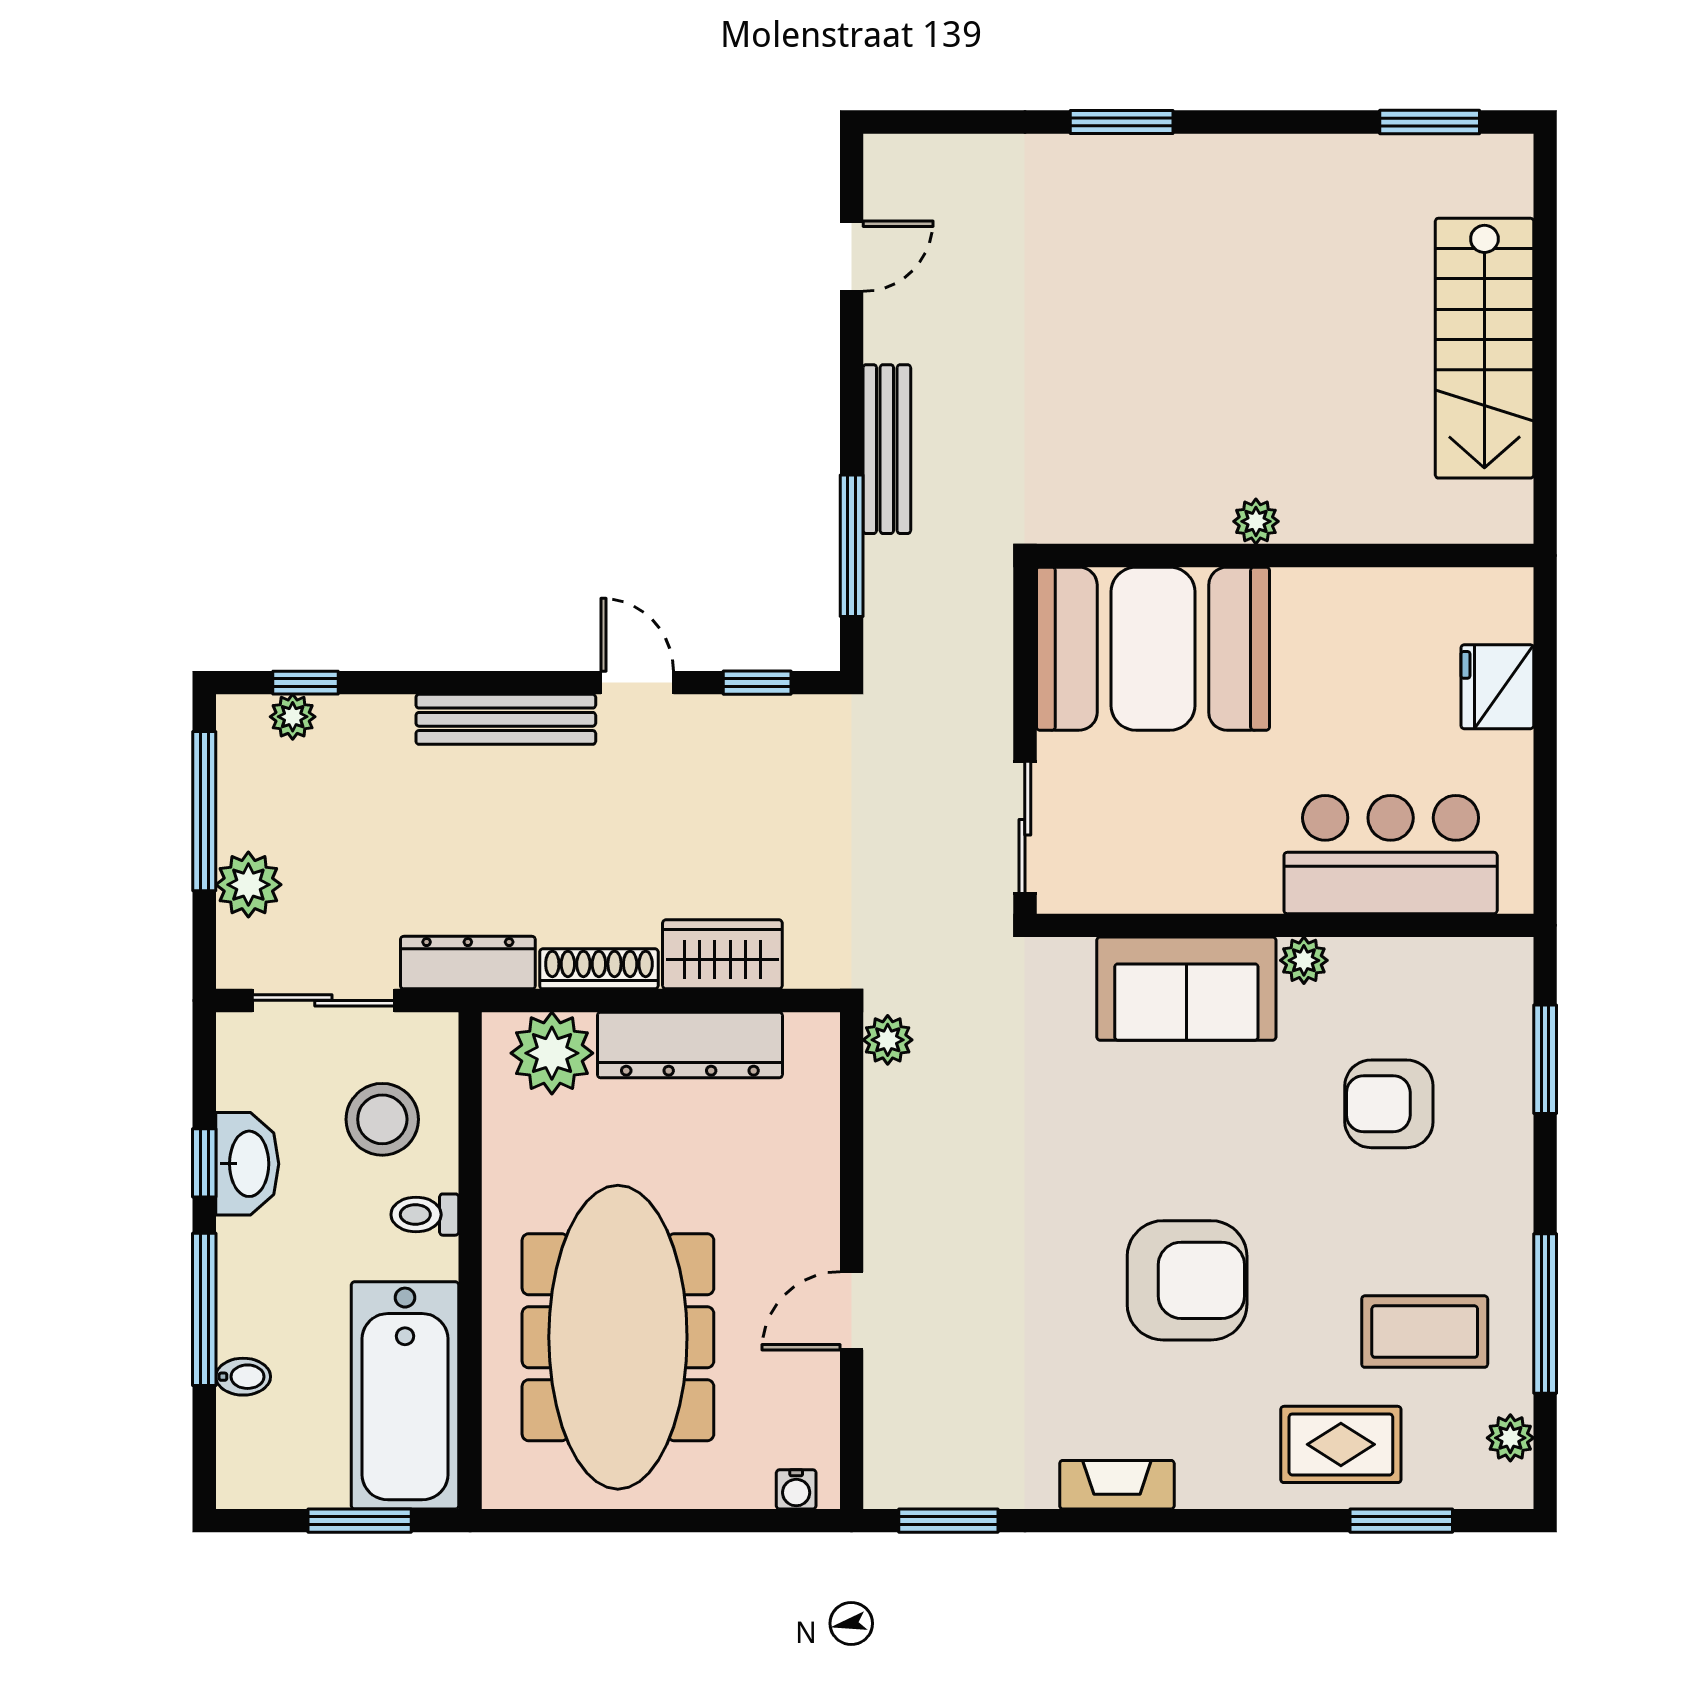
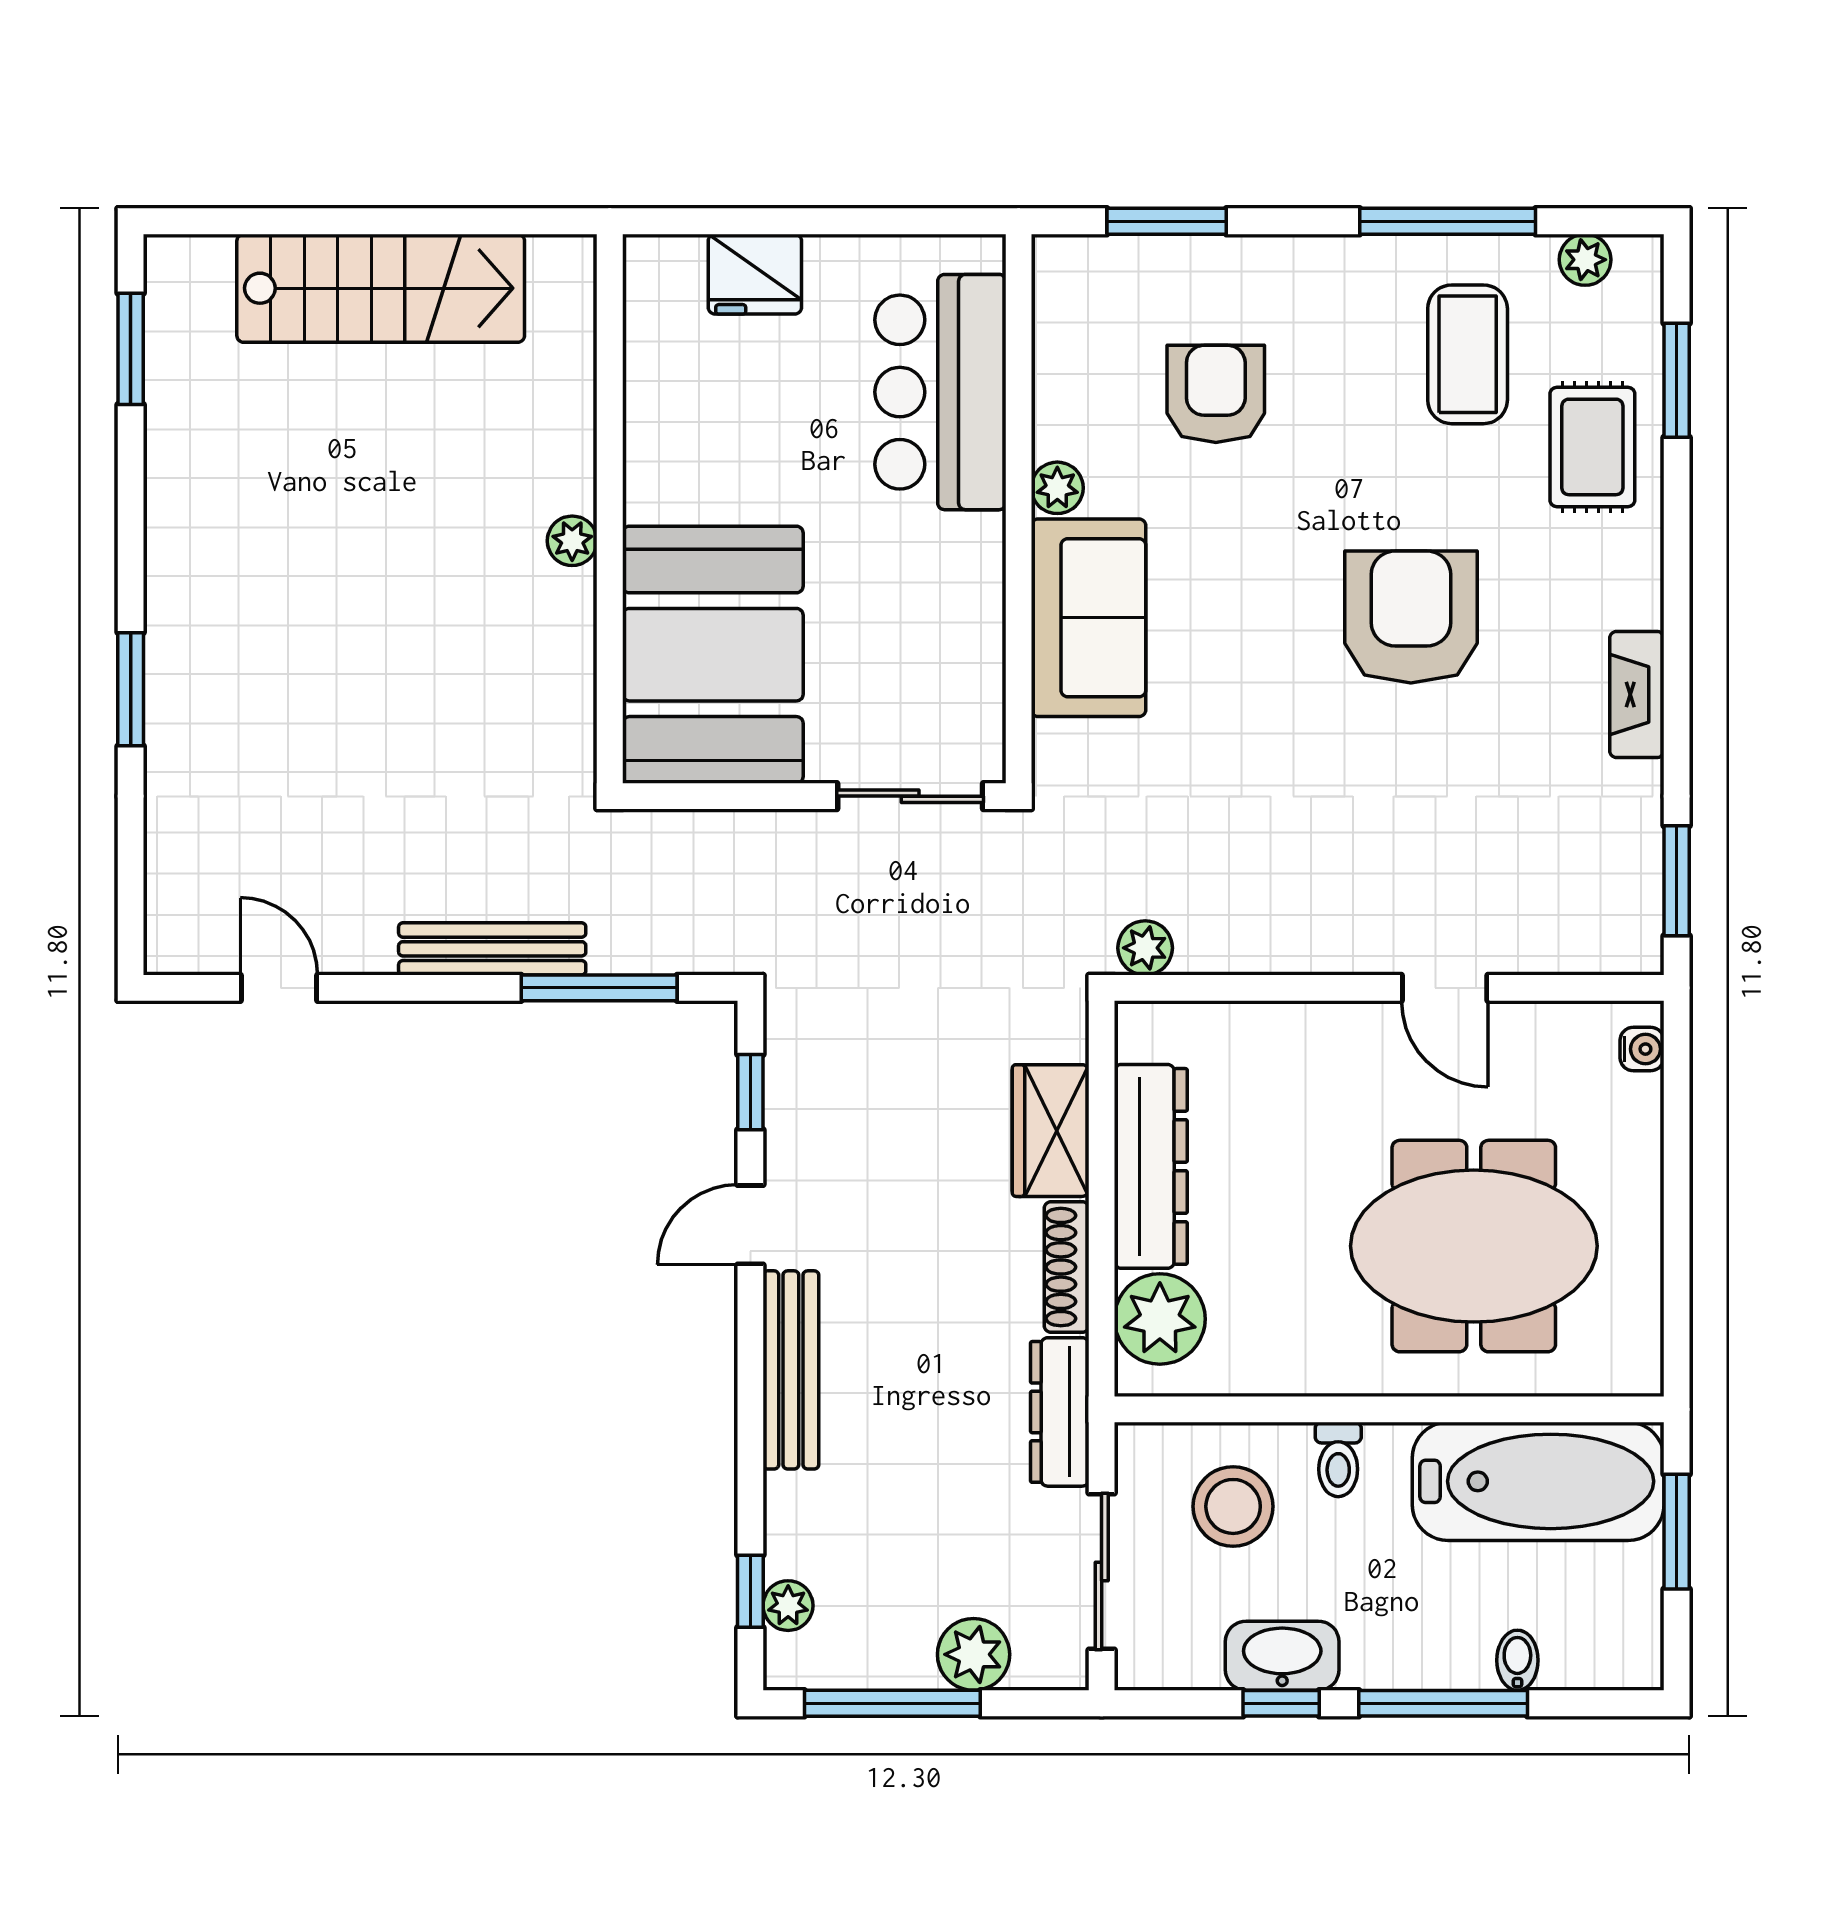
armchair: (1389, 1104) -> (1216, 394), turned 180
meeting table: (618, 1337) -> (1474, 1246), width x0.73

